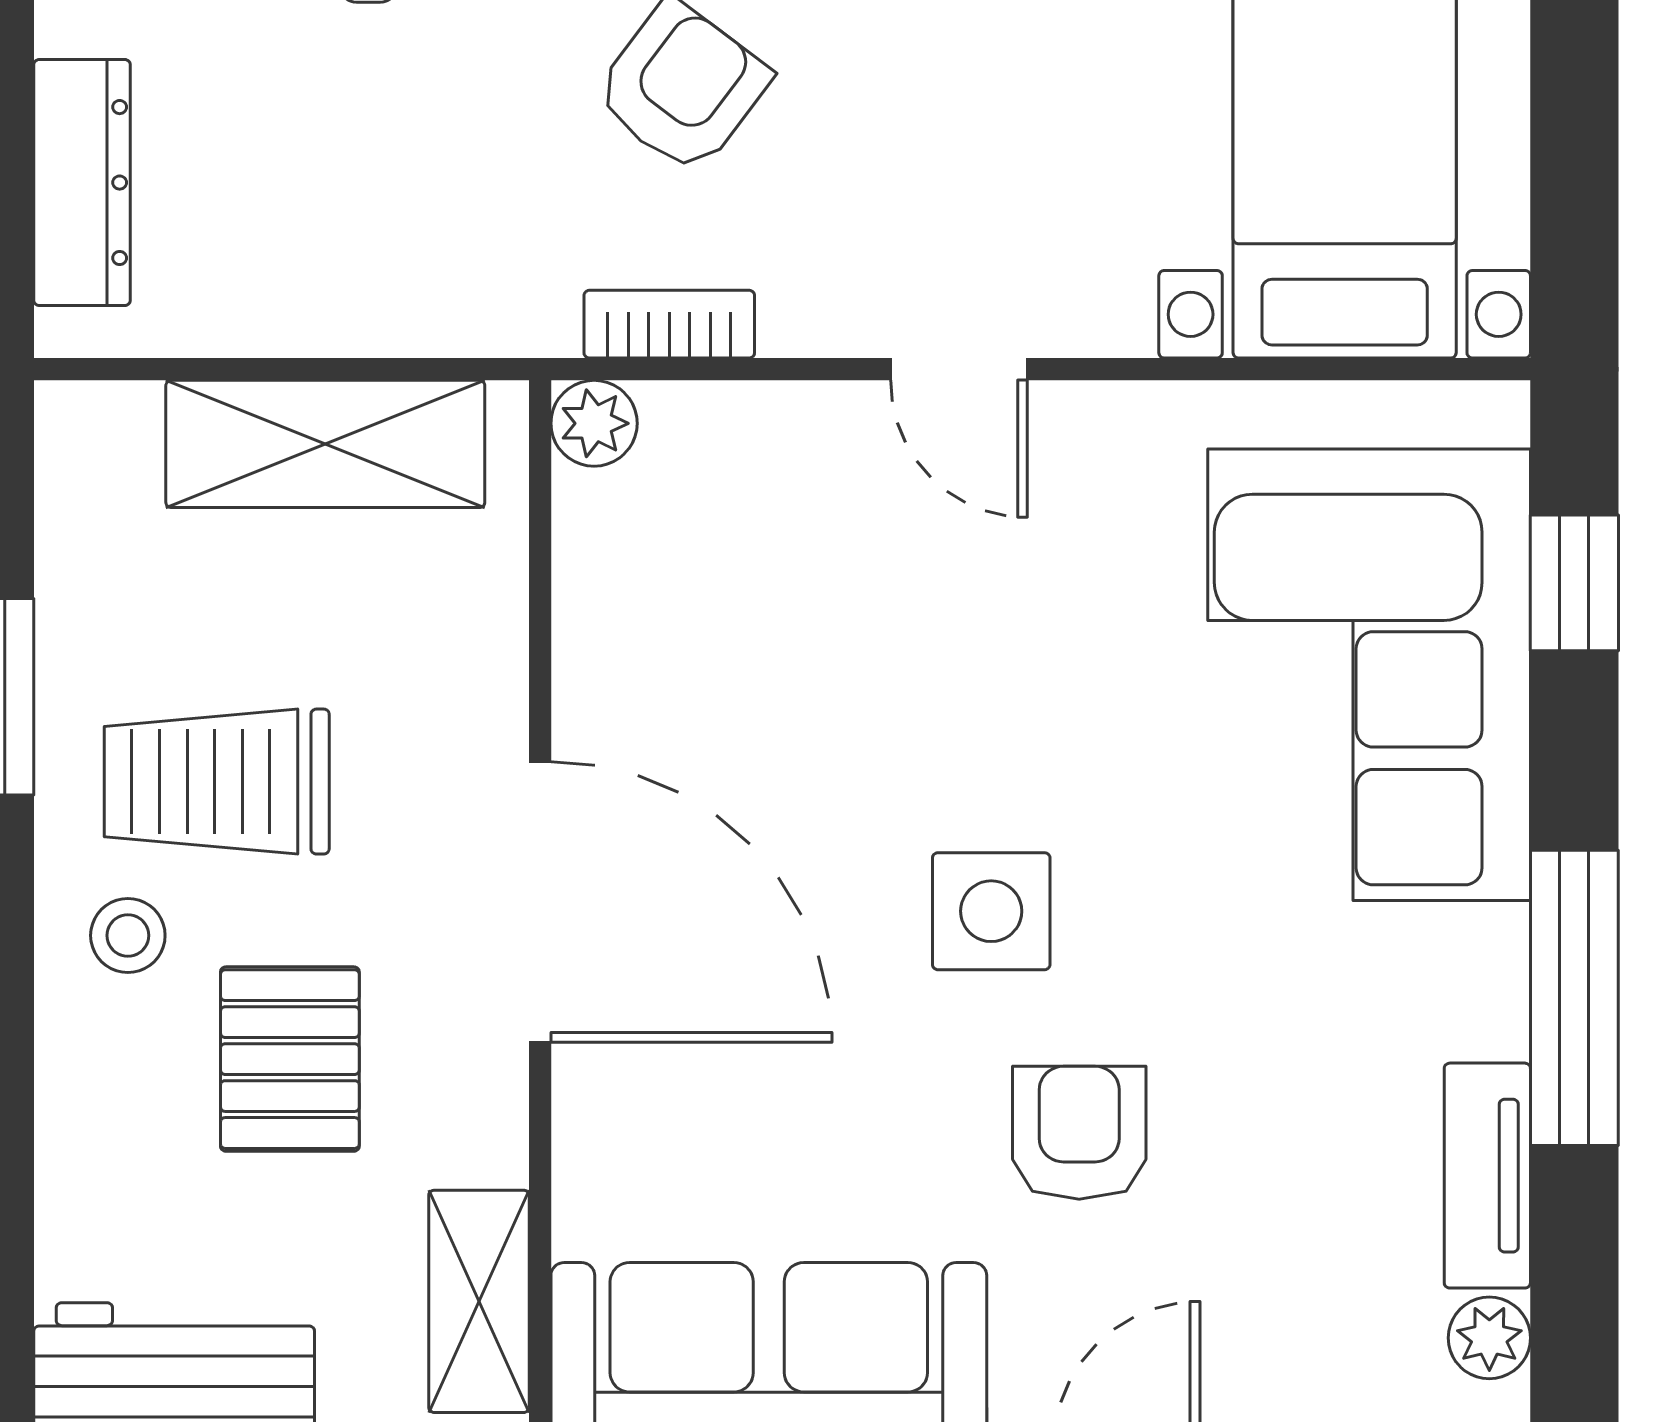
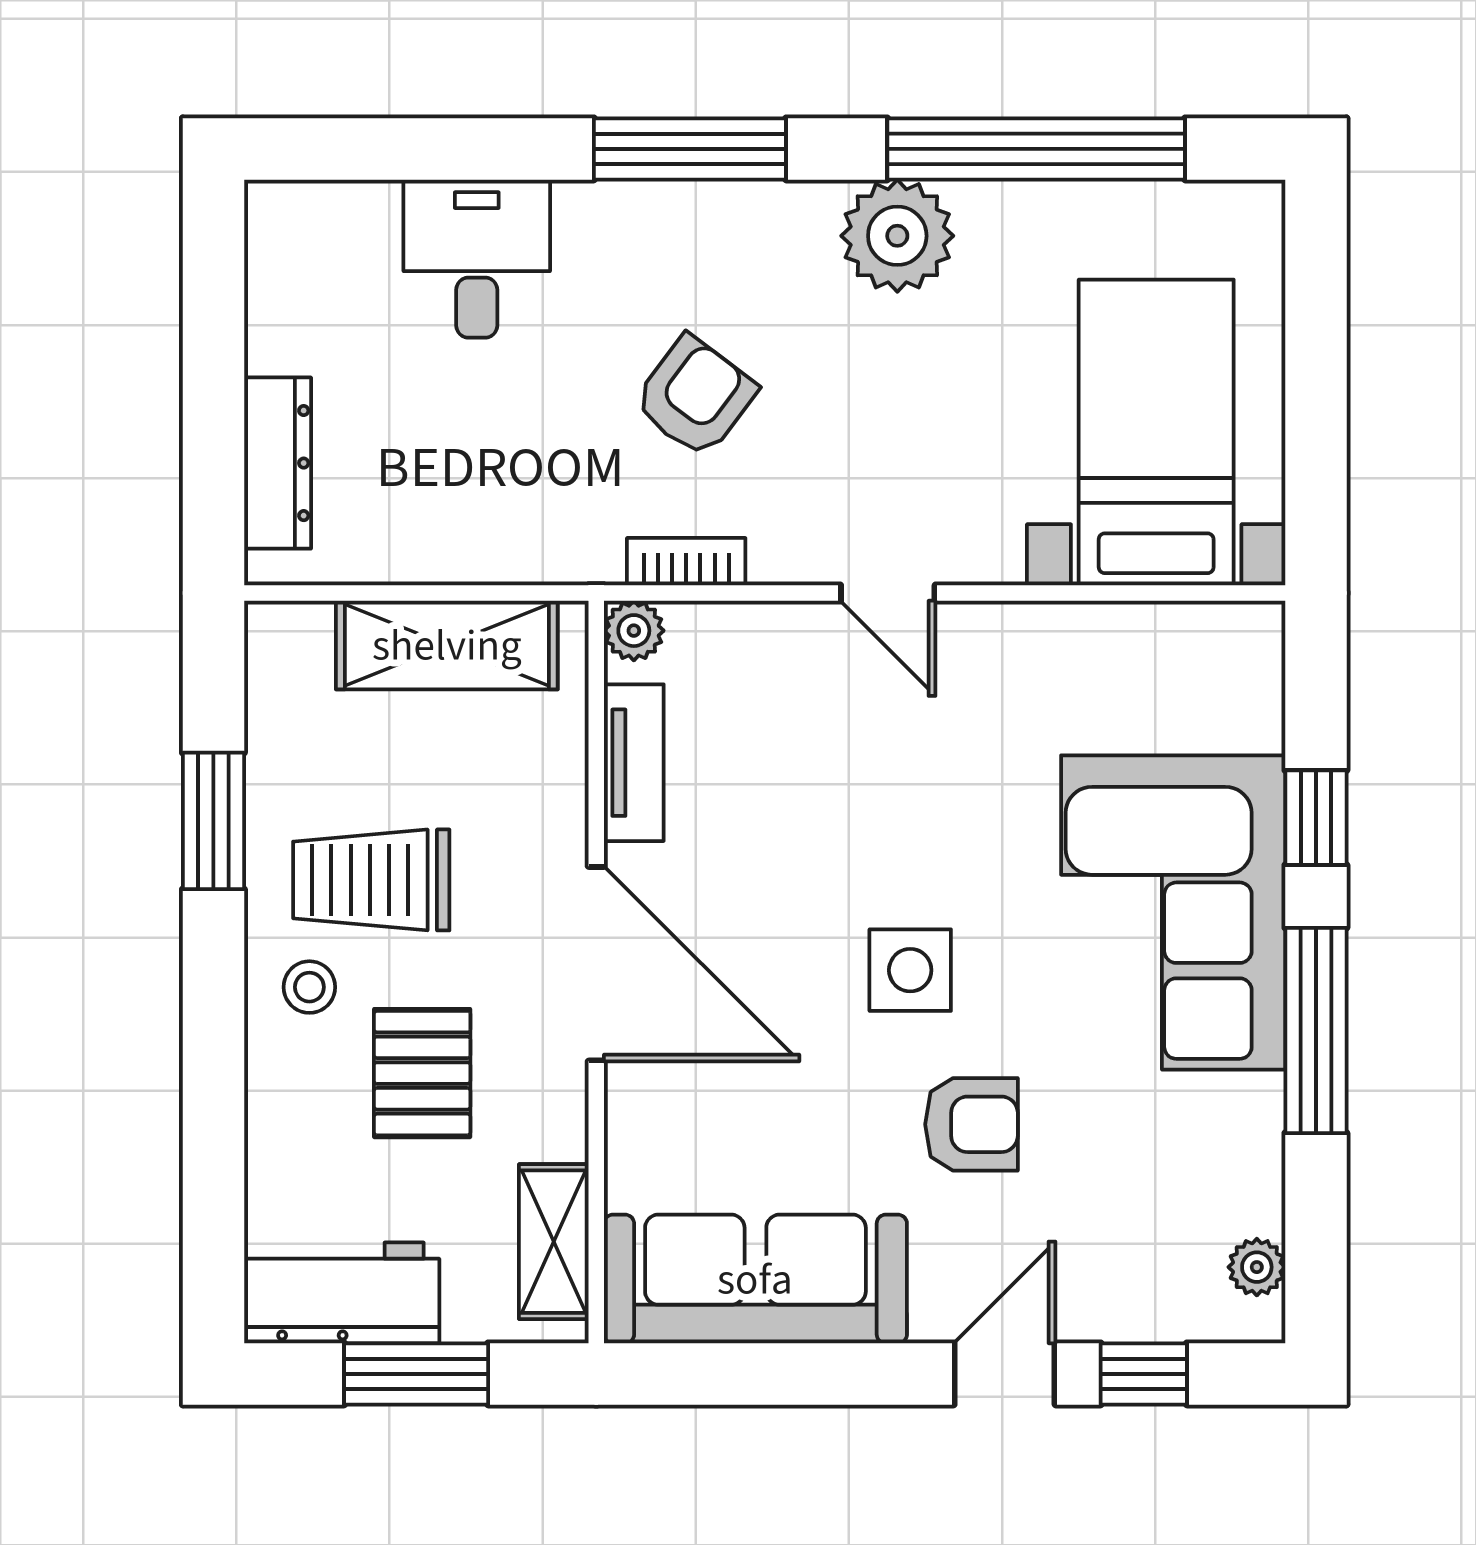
window: (1574, 583) -> (1316, 818), moved
corner sofa: (1369, 675) -> (1173, 912), moved
armchair: (1079, 1133) -> (971, 1124), turned 90
tv unit: (1487, 1176) -> (634, 763), moved, turned 180

